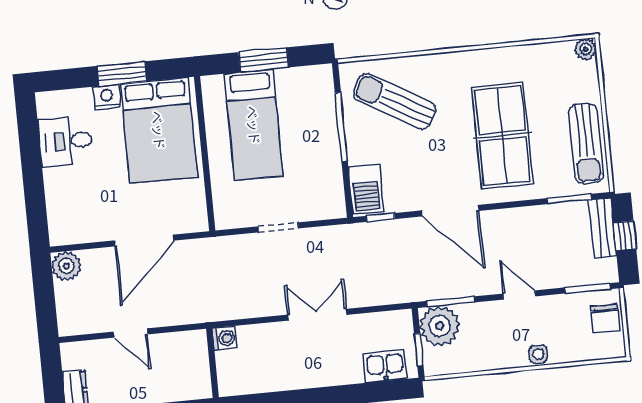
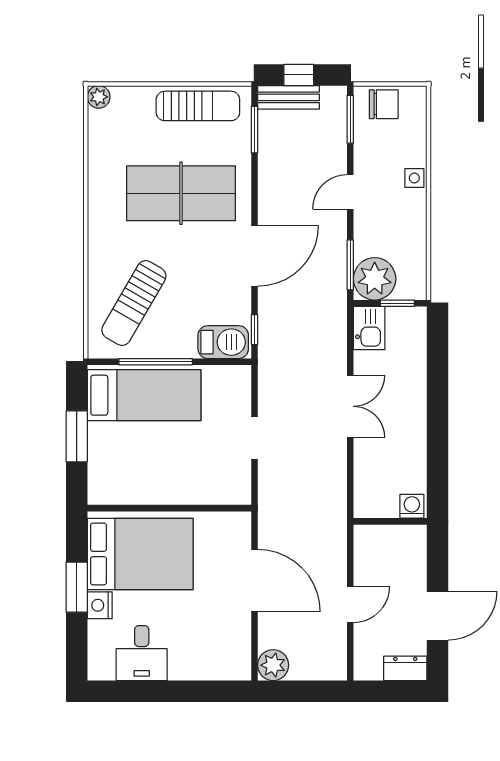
bed: (254, 125) -> (144, 395), moved
double door: (317, 315) -> (350, 406), swing flipped
washing machine: (225, 338) -> (412, 506), moved
kitchen sink: (385, 366) -> (369, 328), moved, turned 180

